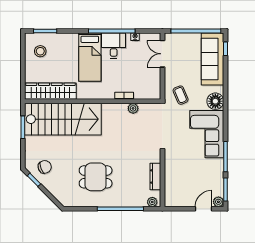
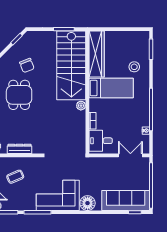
desk: (114, 46) -> (101, 141), moved, turned 180
stool: (40, 51) -> (134, 67), moved
bed: (90, 57) -> (111, 88), moved, turned 180
coffee table: (181, 95) -> (15, 177), moved
plant: (133, 108) -> (81, 106), moved
chair: (45, 167) -> (27, 65), moved

